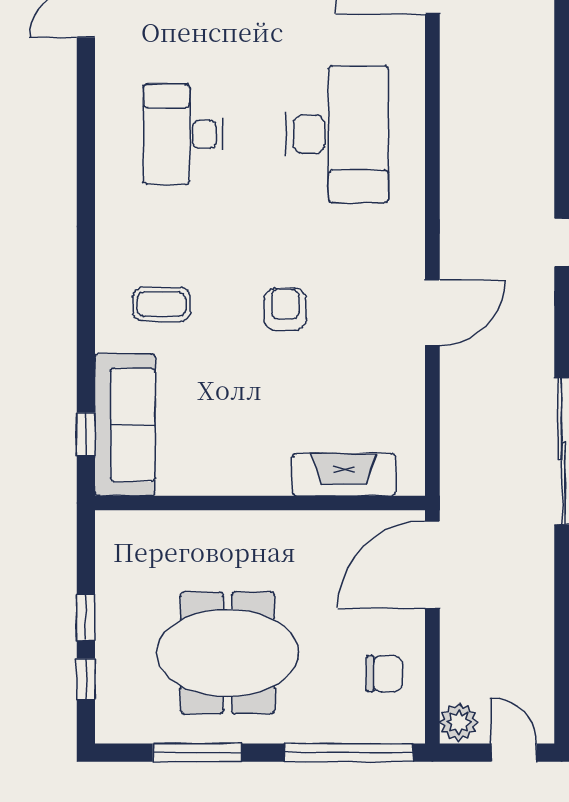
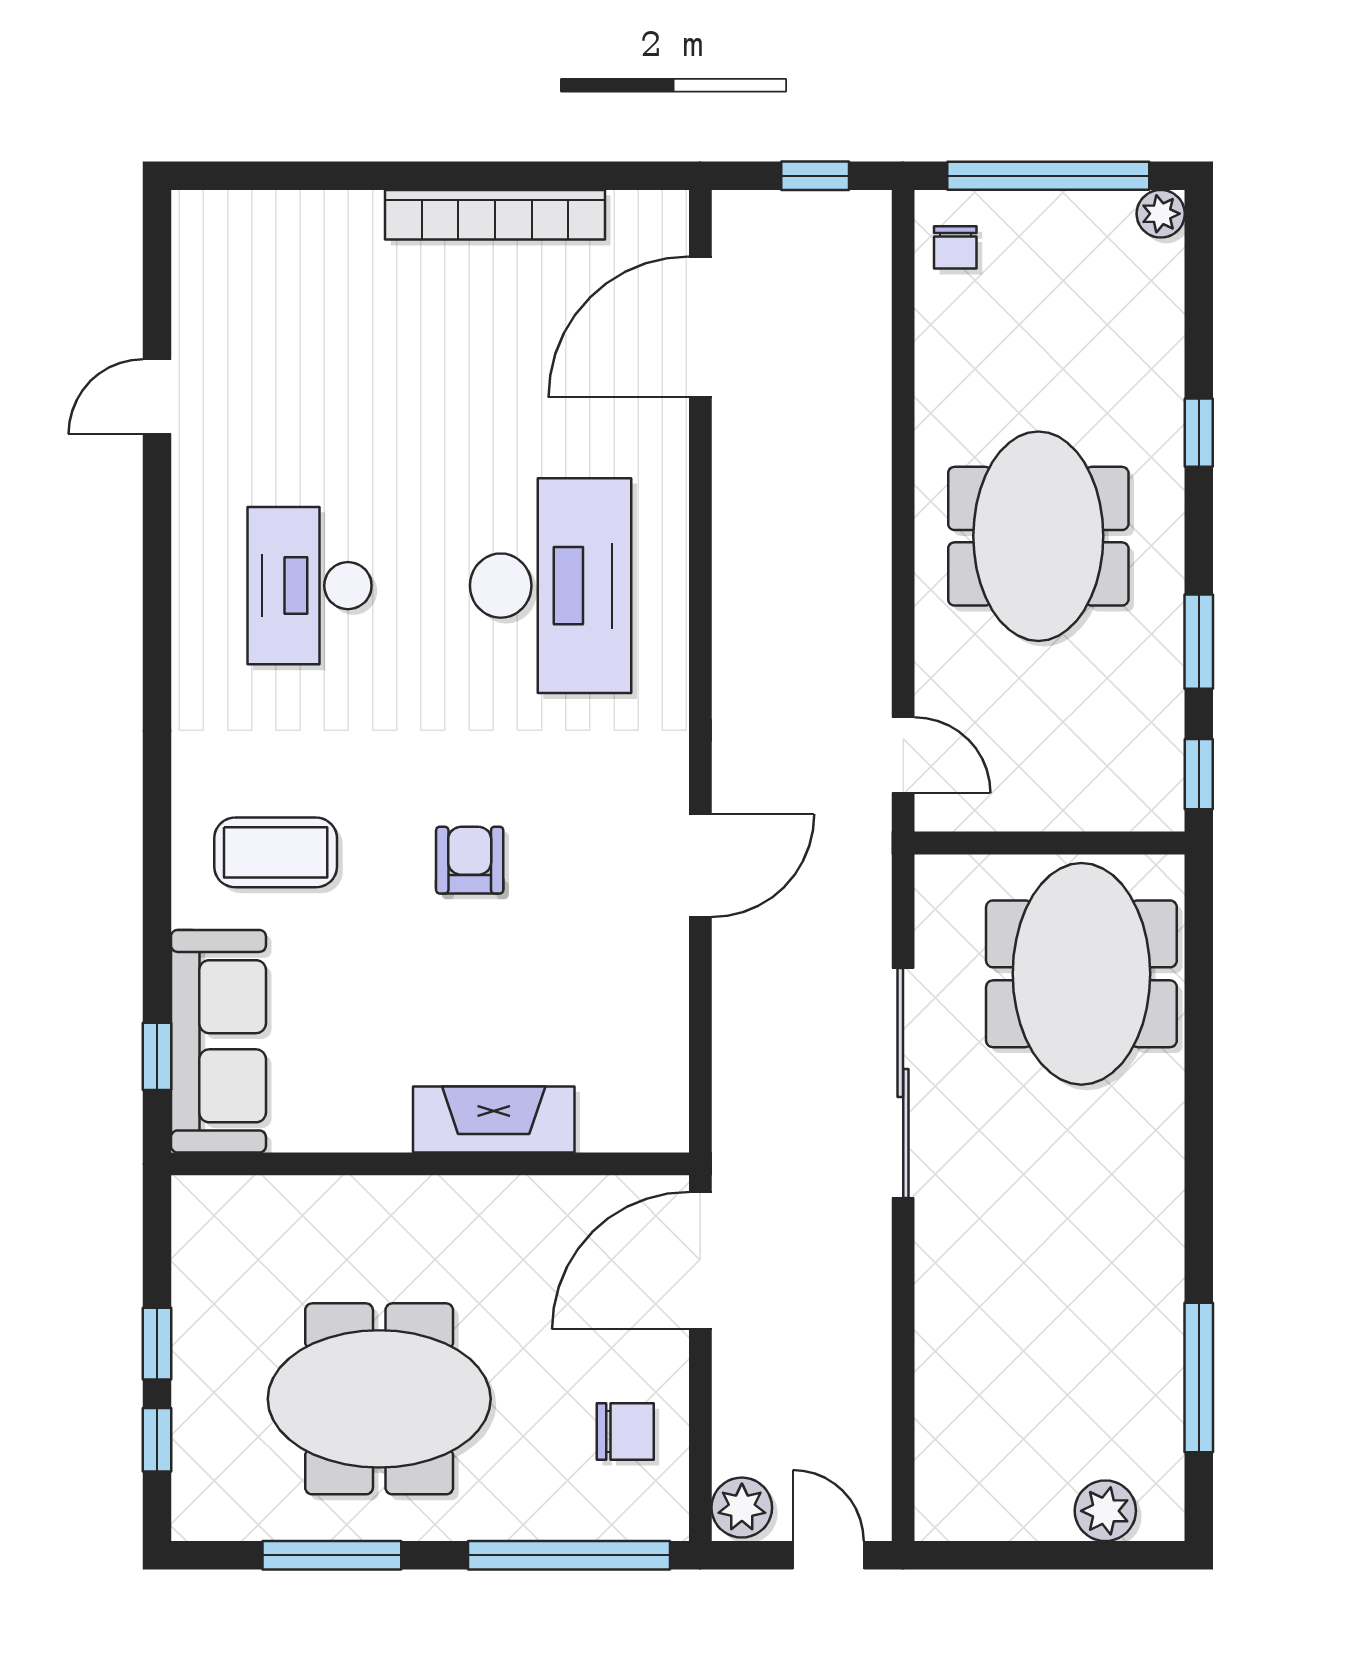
coffee table: (161, 304) -> (276, 852), width x1.36, depth x1.30
fireplace: (344, 475) -> (494, 1120), moved

